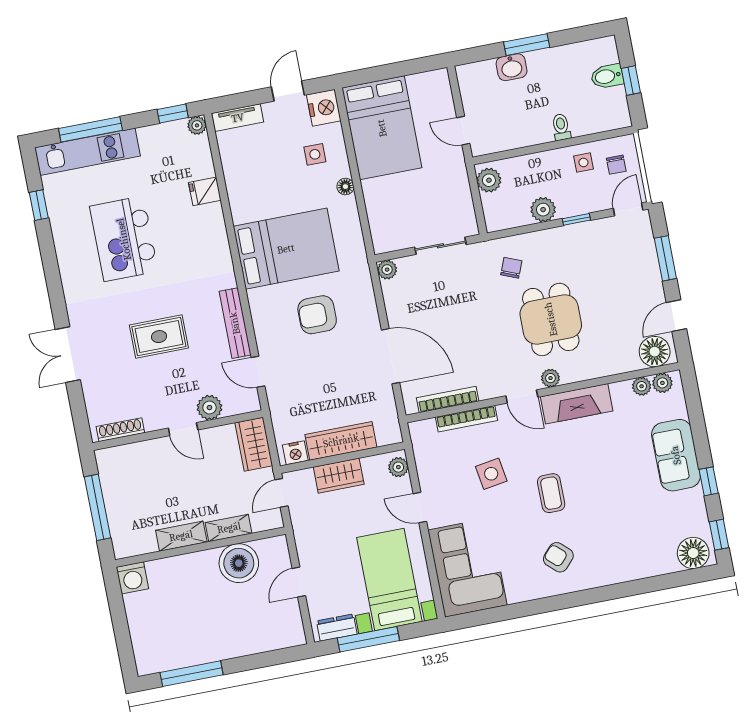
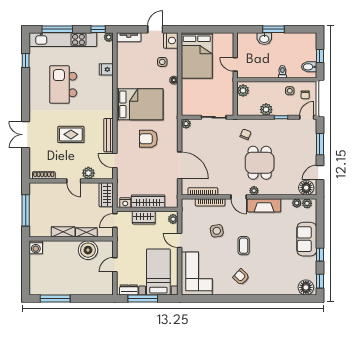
bidet: (607, 76) -> (309, 67), moved
kitchen unit: (87, 152) -> (63, 40), width x1.36

